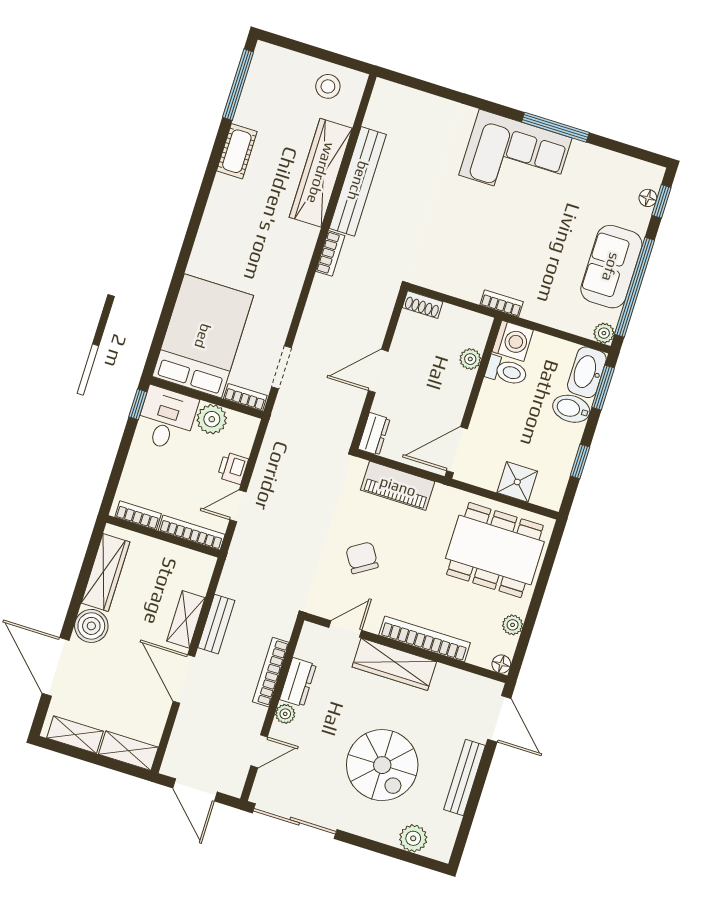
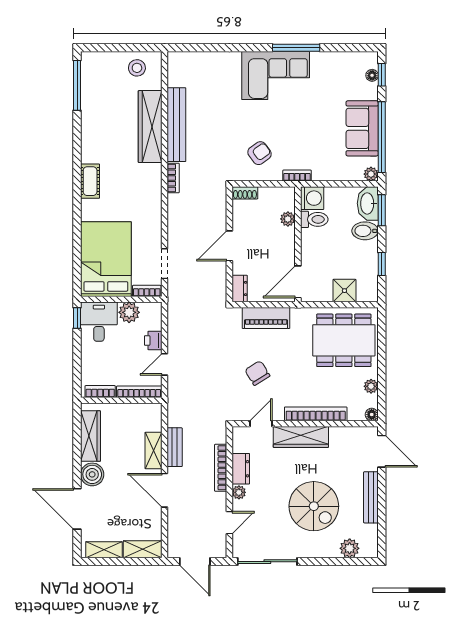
cot: (237, 151) -> (90, 181), moved
armchair: (460, 256) -> (260, 153), added

